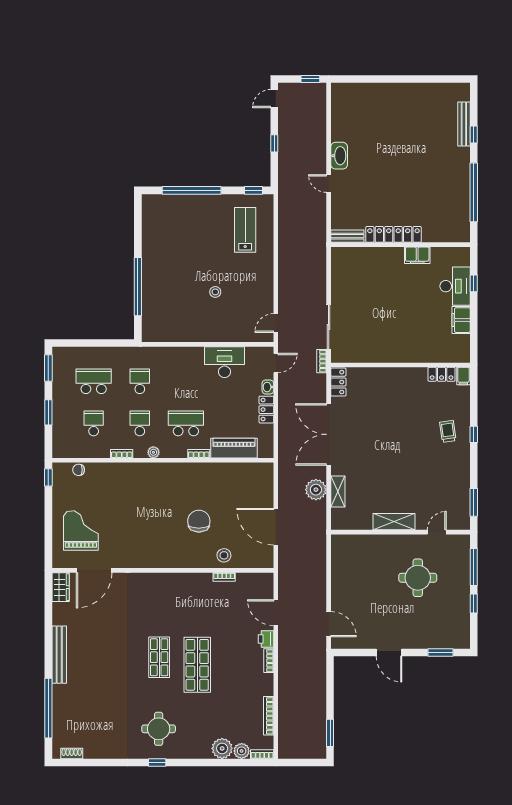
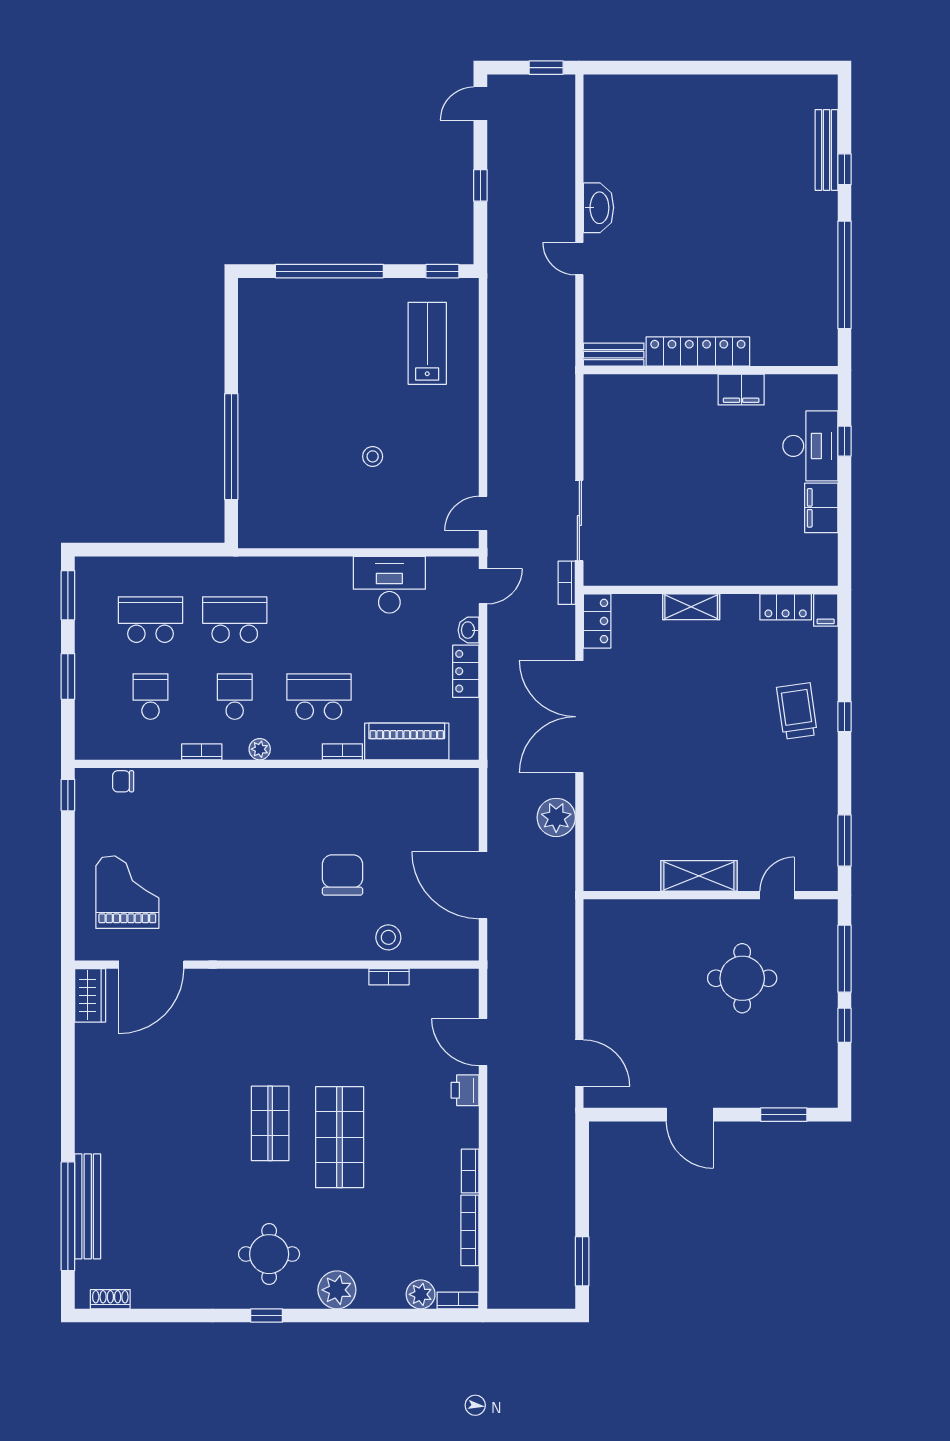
school desk: (140, 381) -> (235, 620), width x1.85
trolley: (448, 431) -> (797, 711), width x1.36, depth x1.39
shelving: (338, 492) -> (691, 607), moved, turned 90
bench: (59, 655) -> (88, 1206), moved
bookcase: (269, 661) -> (470, 1171), moved
plant: (222, 748) -> (337, 1290), moved

